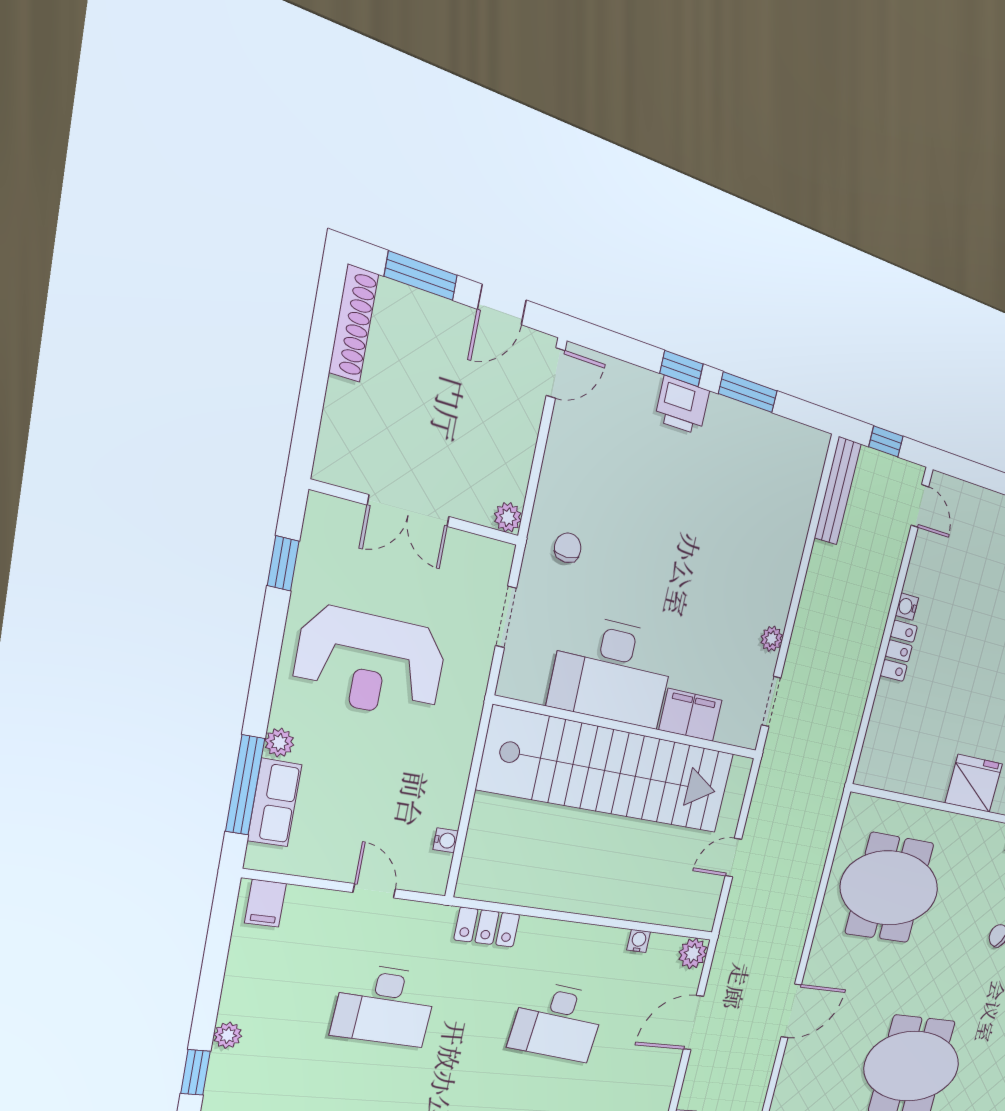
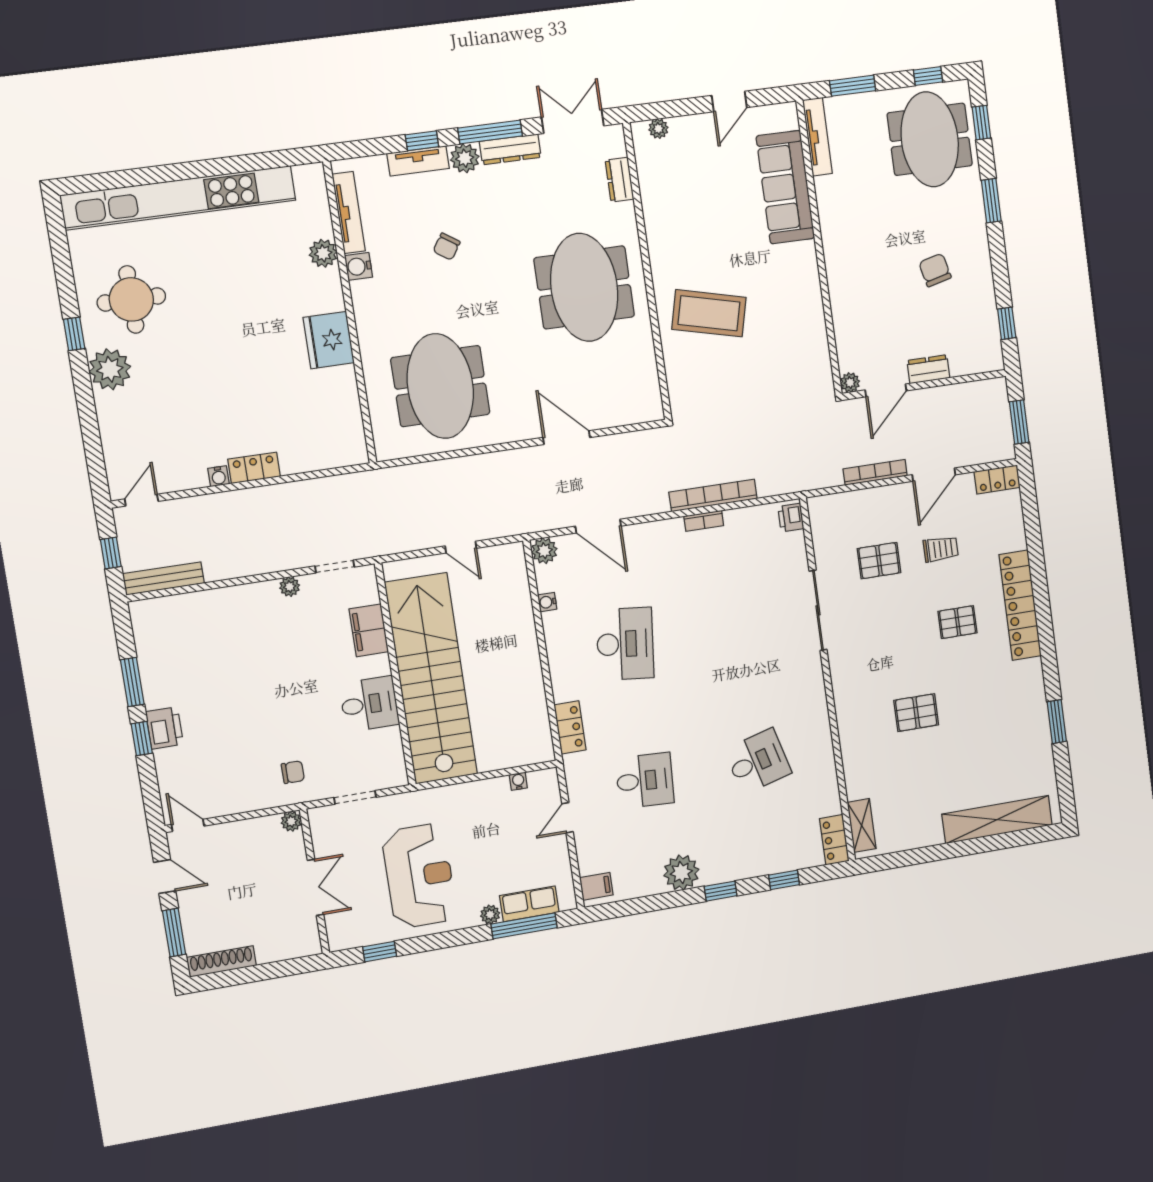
chair: (568, 548) -> (293, 772), turned 180
desk: (612, 671) -> (369, 704), width x0.53, depth x0.77
desk: (385, 1005) -> (645, 780), width x0.73
plant: (228, 1035) -> (681, 873), width x1.88, depth x1.88

